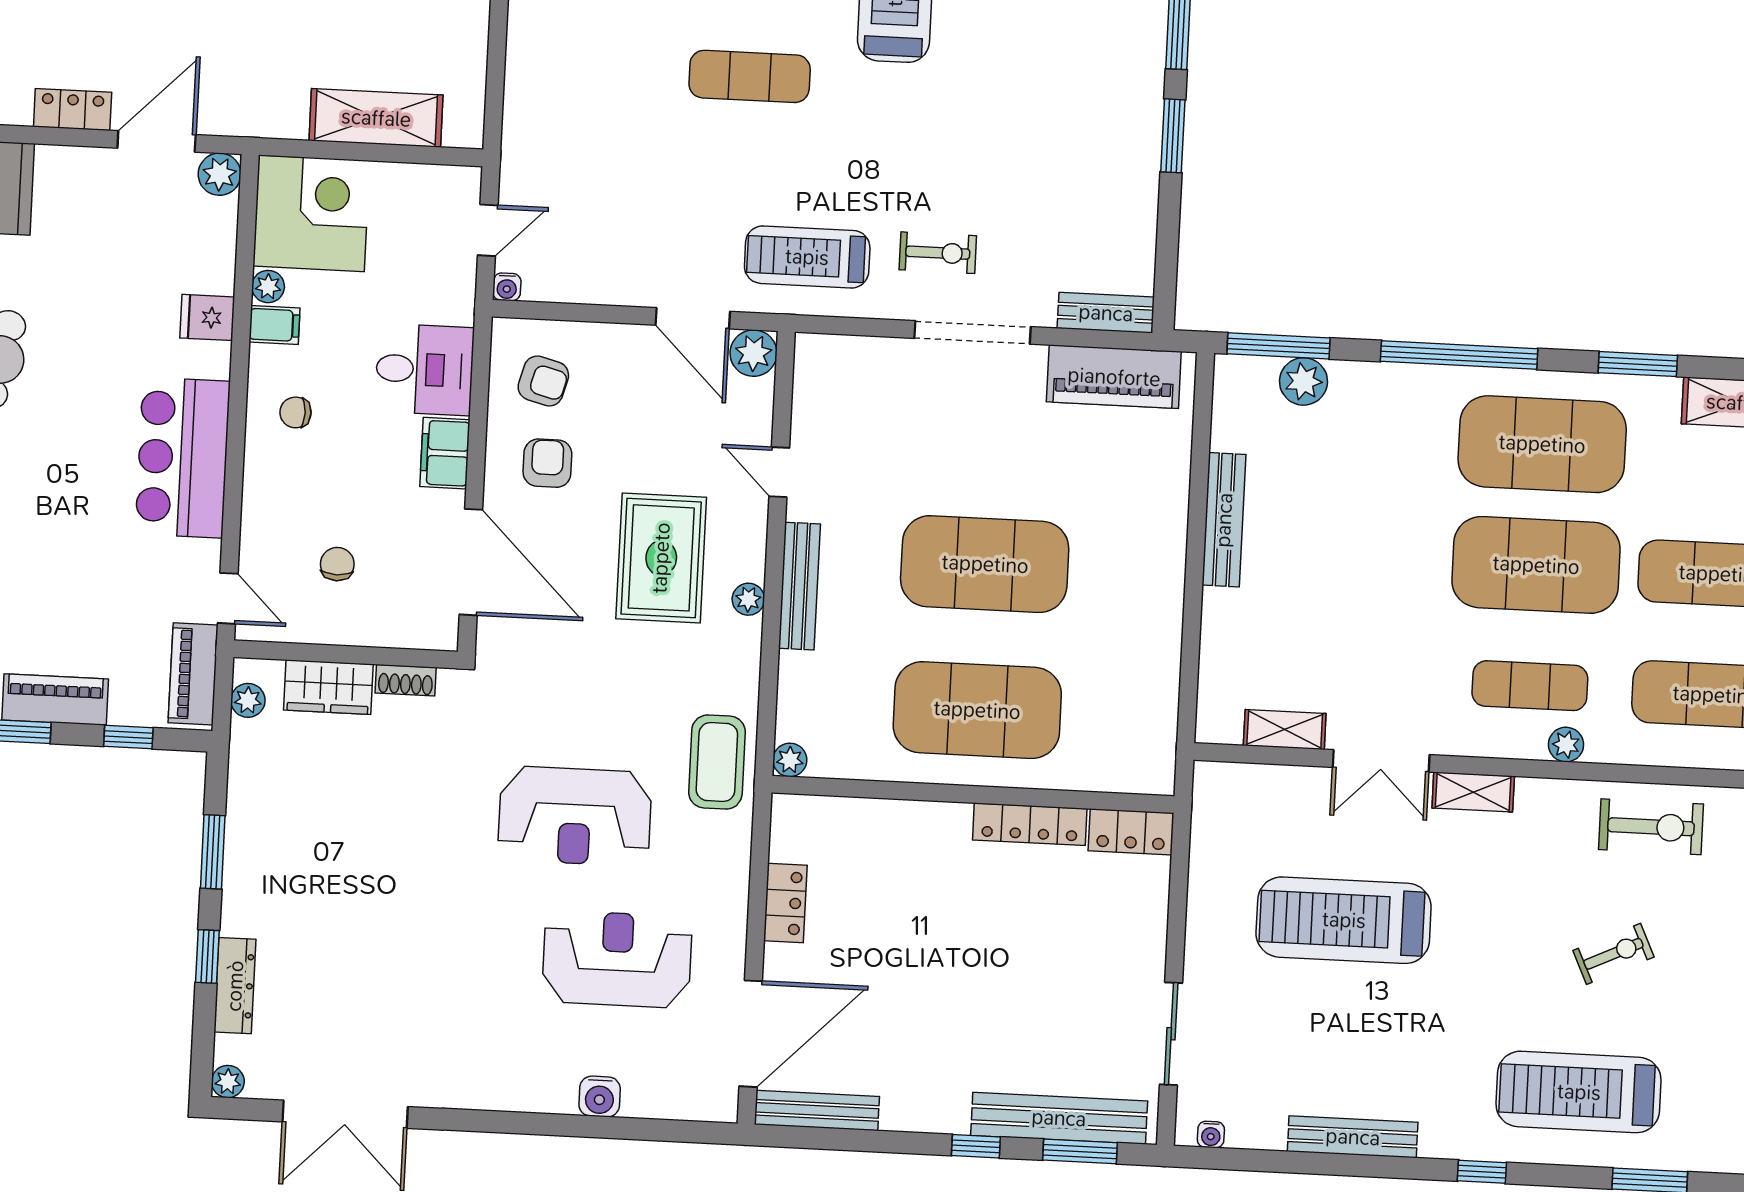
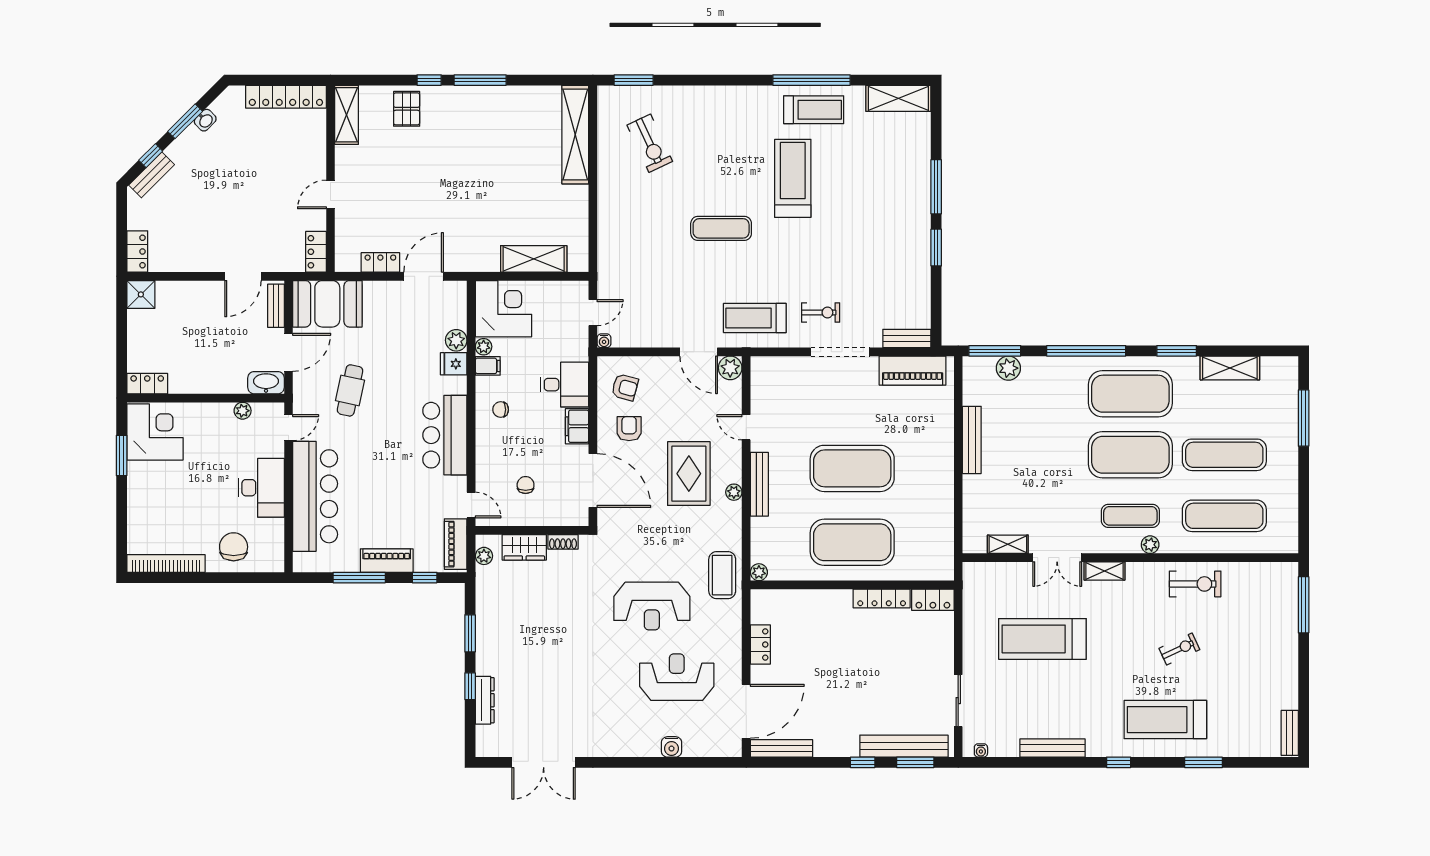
plant: (220, 174) -> (456, 340), moved
plant: (228, 1082) -> (484, 749), removed

